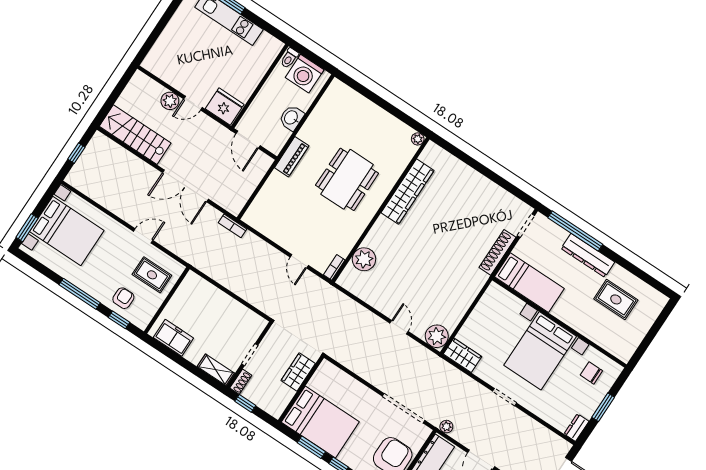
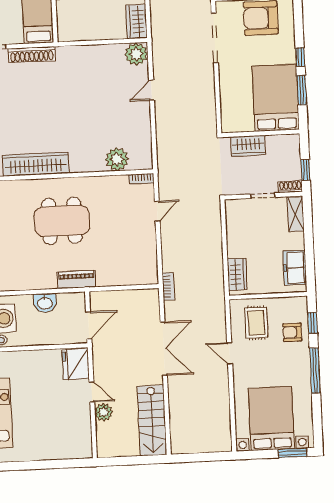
window: (76, 153) -> (202, 457), removed
wardrobe: (202, 288) -> (237, 274), added

